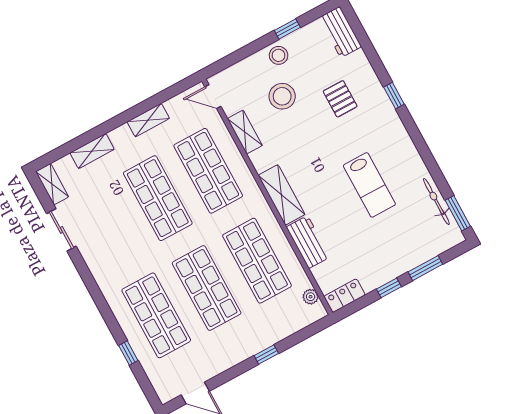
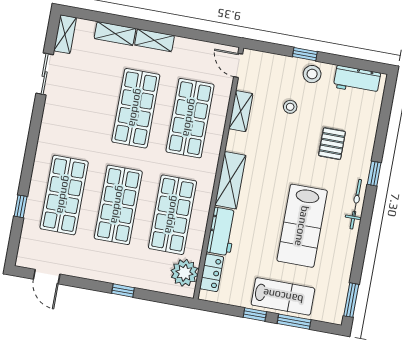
window: (287, 29) -> (305, 54), moved
workbench: (340, 32) -> (357, 80), moved, turned -90
stool: (282, 96) -> (290, 107), width x0.53, depth x0.53
shelving: (148, 120) -> (154, 40), moved
lab bench: (369, 185) -> (302, 226), width x1.36, depth x1.39
bicycle: (436, 202) -> (356, 204), moved
lab bench: (400, 255) -> (283, 296), added
locker: (345, 296) -> (212, 273), moved, turned 90
plant: (311, 297) -> (184, 273), width x1.87, depth x1.87

